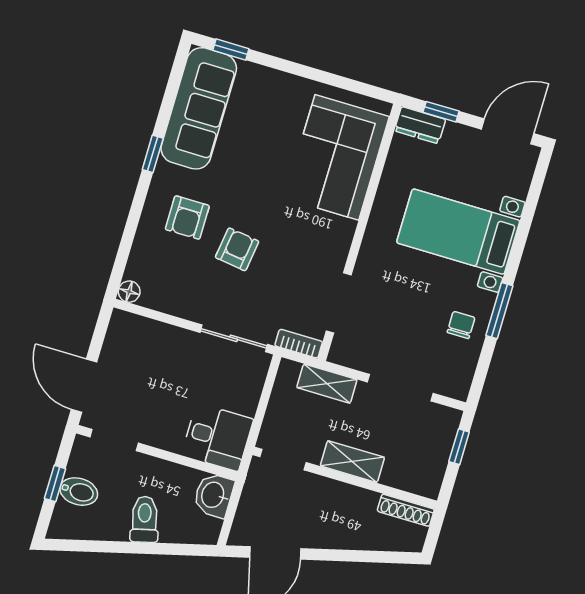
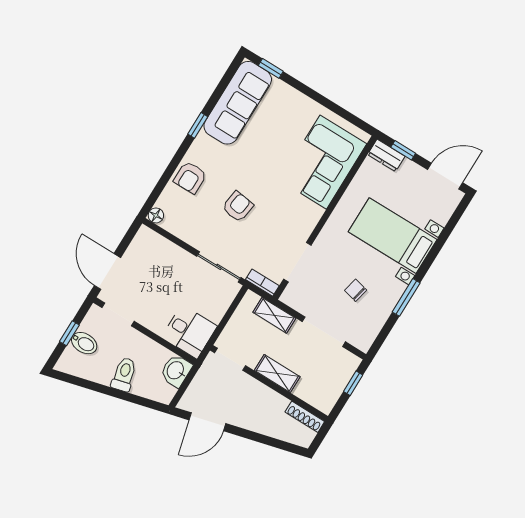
armchair: (187, 218) -> (190, 177), moved
chair: (461, 325) -> (356, 290), moved, turned -77

